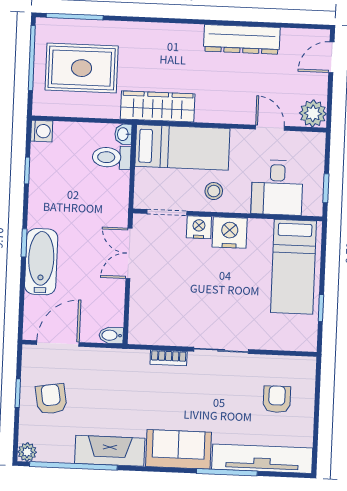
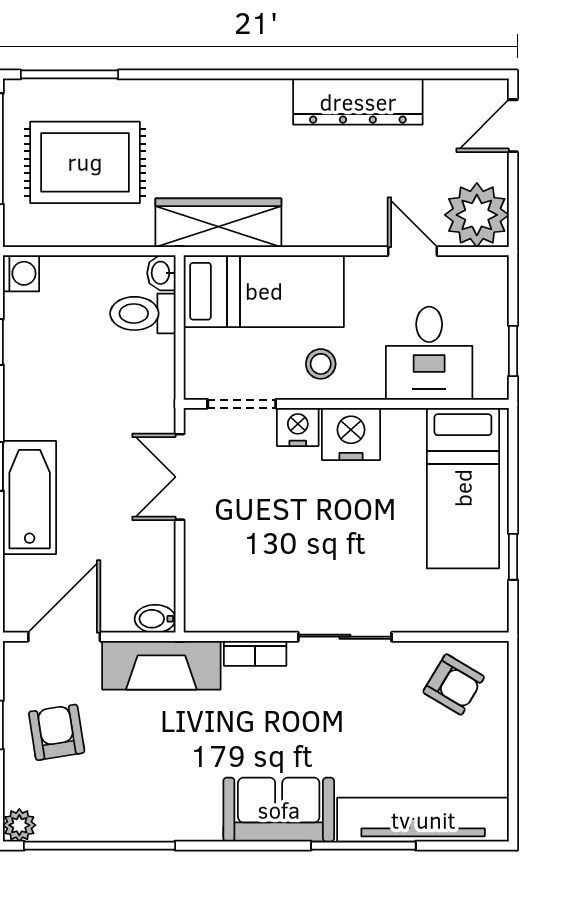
plant: (313, 113) -> (477, 215), width x1.36, depth x1.36
armchair: (277, 399) -> (454, 684), moved, turned 121
fireplace: (110, 451) -> (161, 665), moved, turned 180

